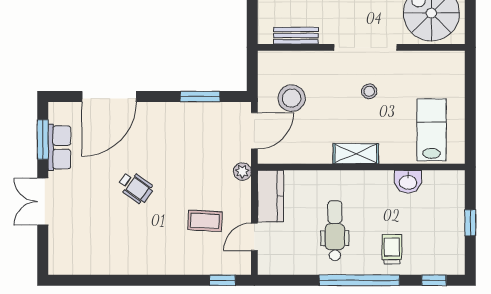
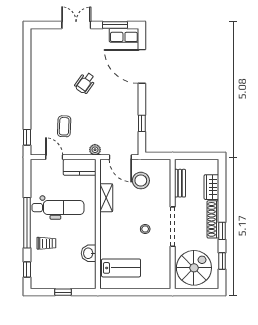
window: (200, 96) -> (142, 123), width x0.67
row of seats: (59, 147) -> (124, 35), moved
shelving: (356, 154) -> (106, 198), moved
dental chair: (335, 231) -> (58, 208), width x1.36, depth x1.38

